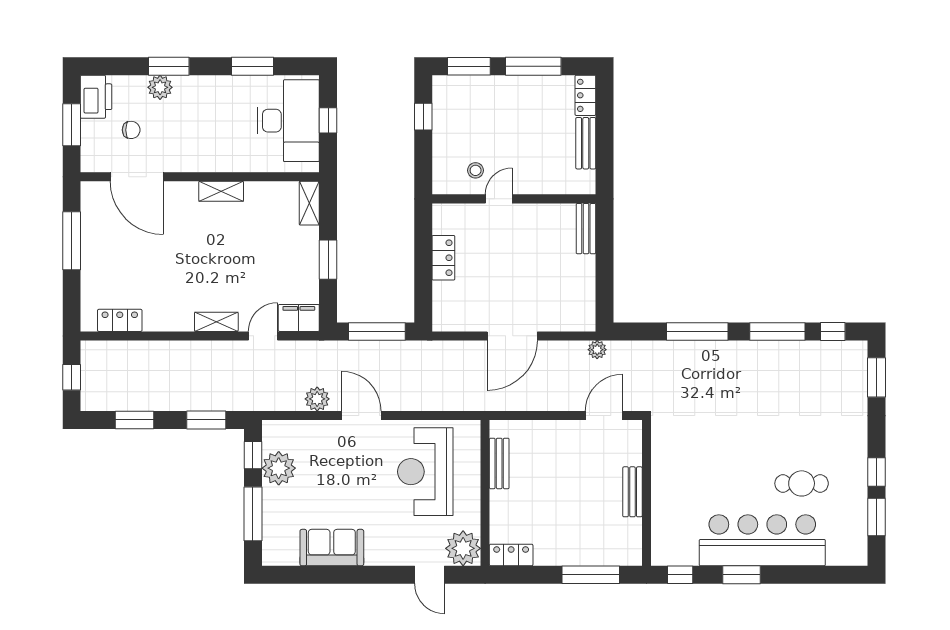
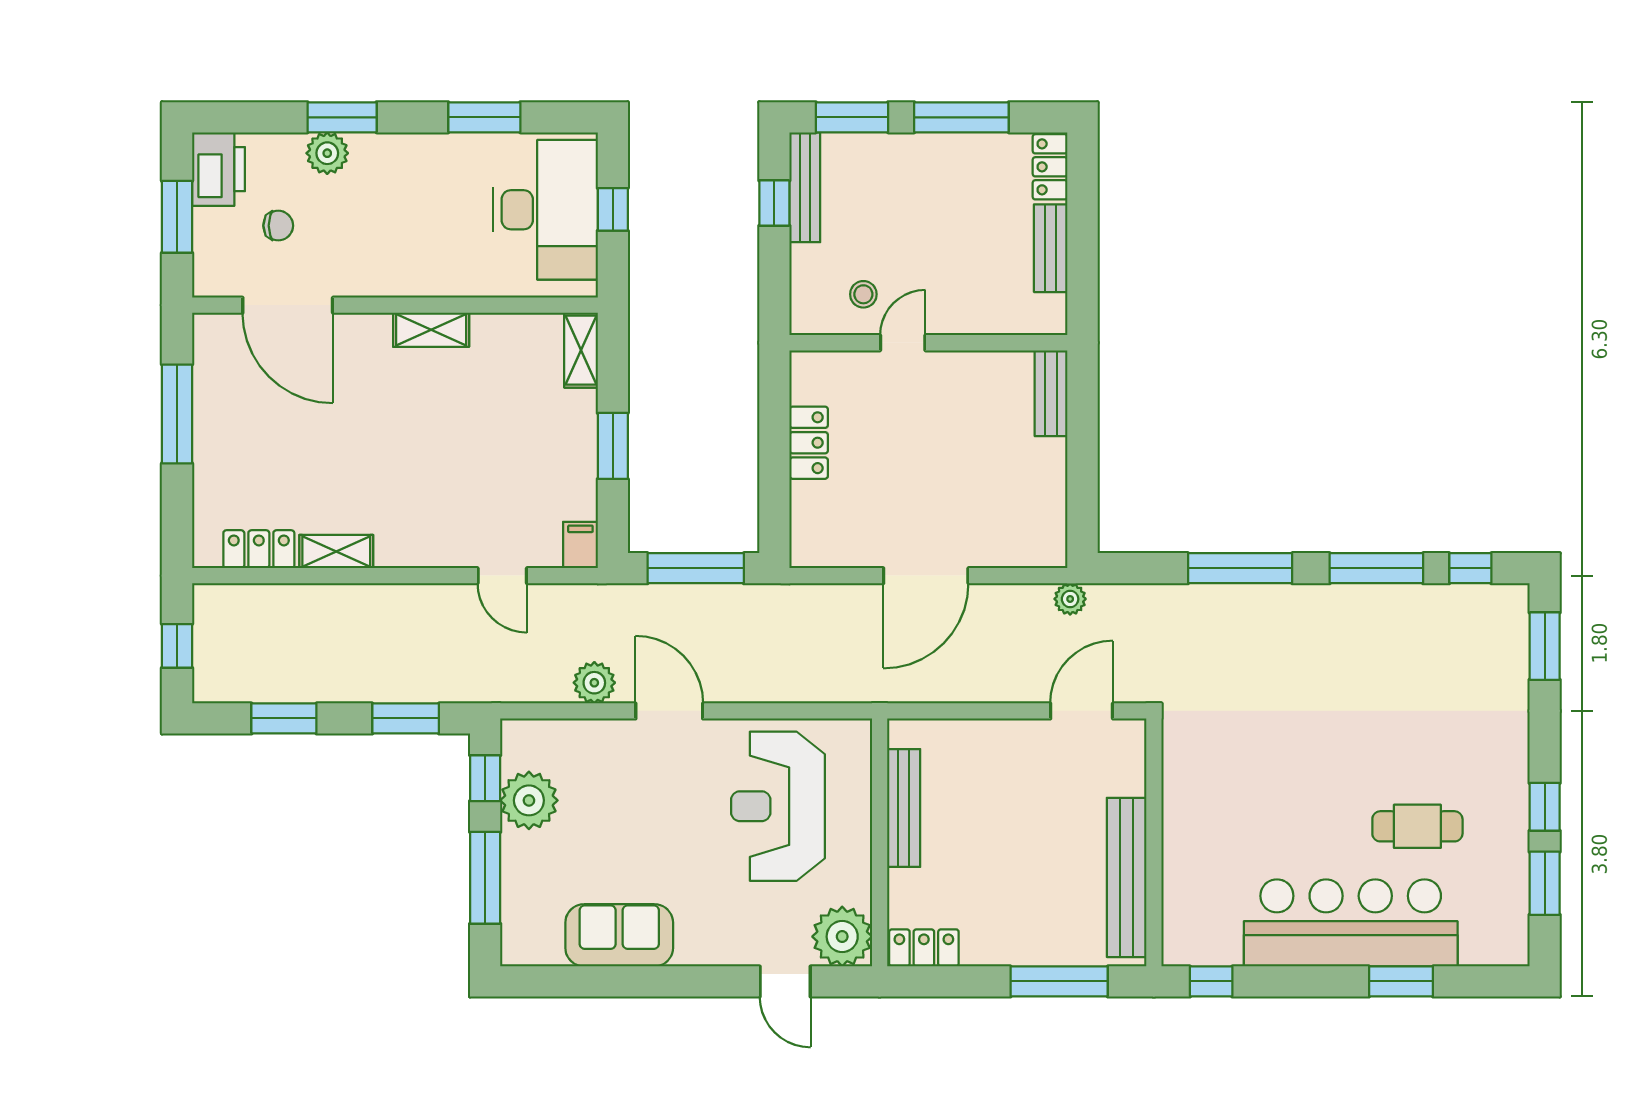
bench: (441, 107) -> (805, 187), added
filing cabinet: (299, 318) -> (580, 545), width x0.50
shelving: (216, 322) -> (336, 552), moved
door: (263, 336) -> (502, 576), swing flipped
bench: (499, 463) -> (904, 808), width x1.36
bench: (632, 492) -> (1127, 877), width x1.86, depth x1.21
window: (741, 575) -> (1401, 981), moved

